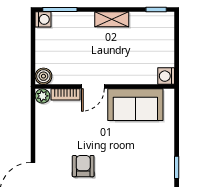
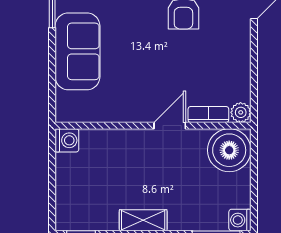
boiler: (43, 76) -> (229, 150), width x1.86, depth x1.86
sofa: (135, 105) -> (78, 51), moved, turned 90

